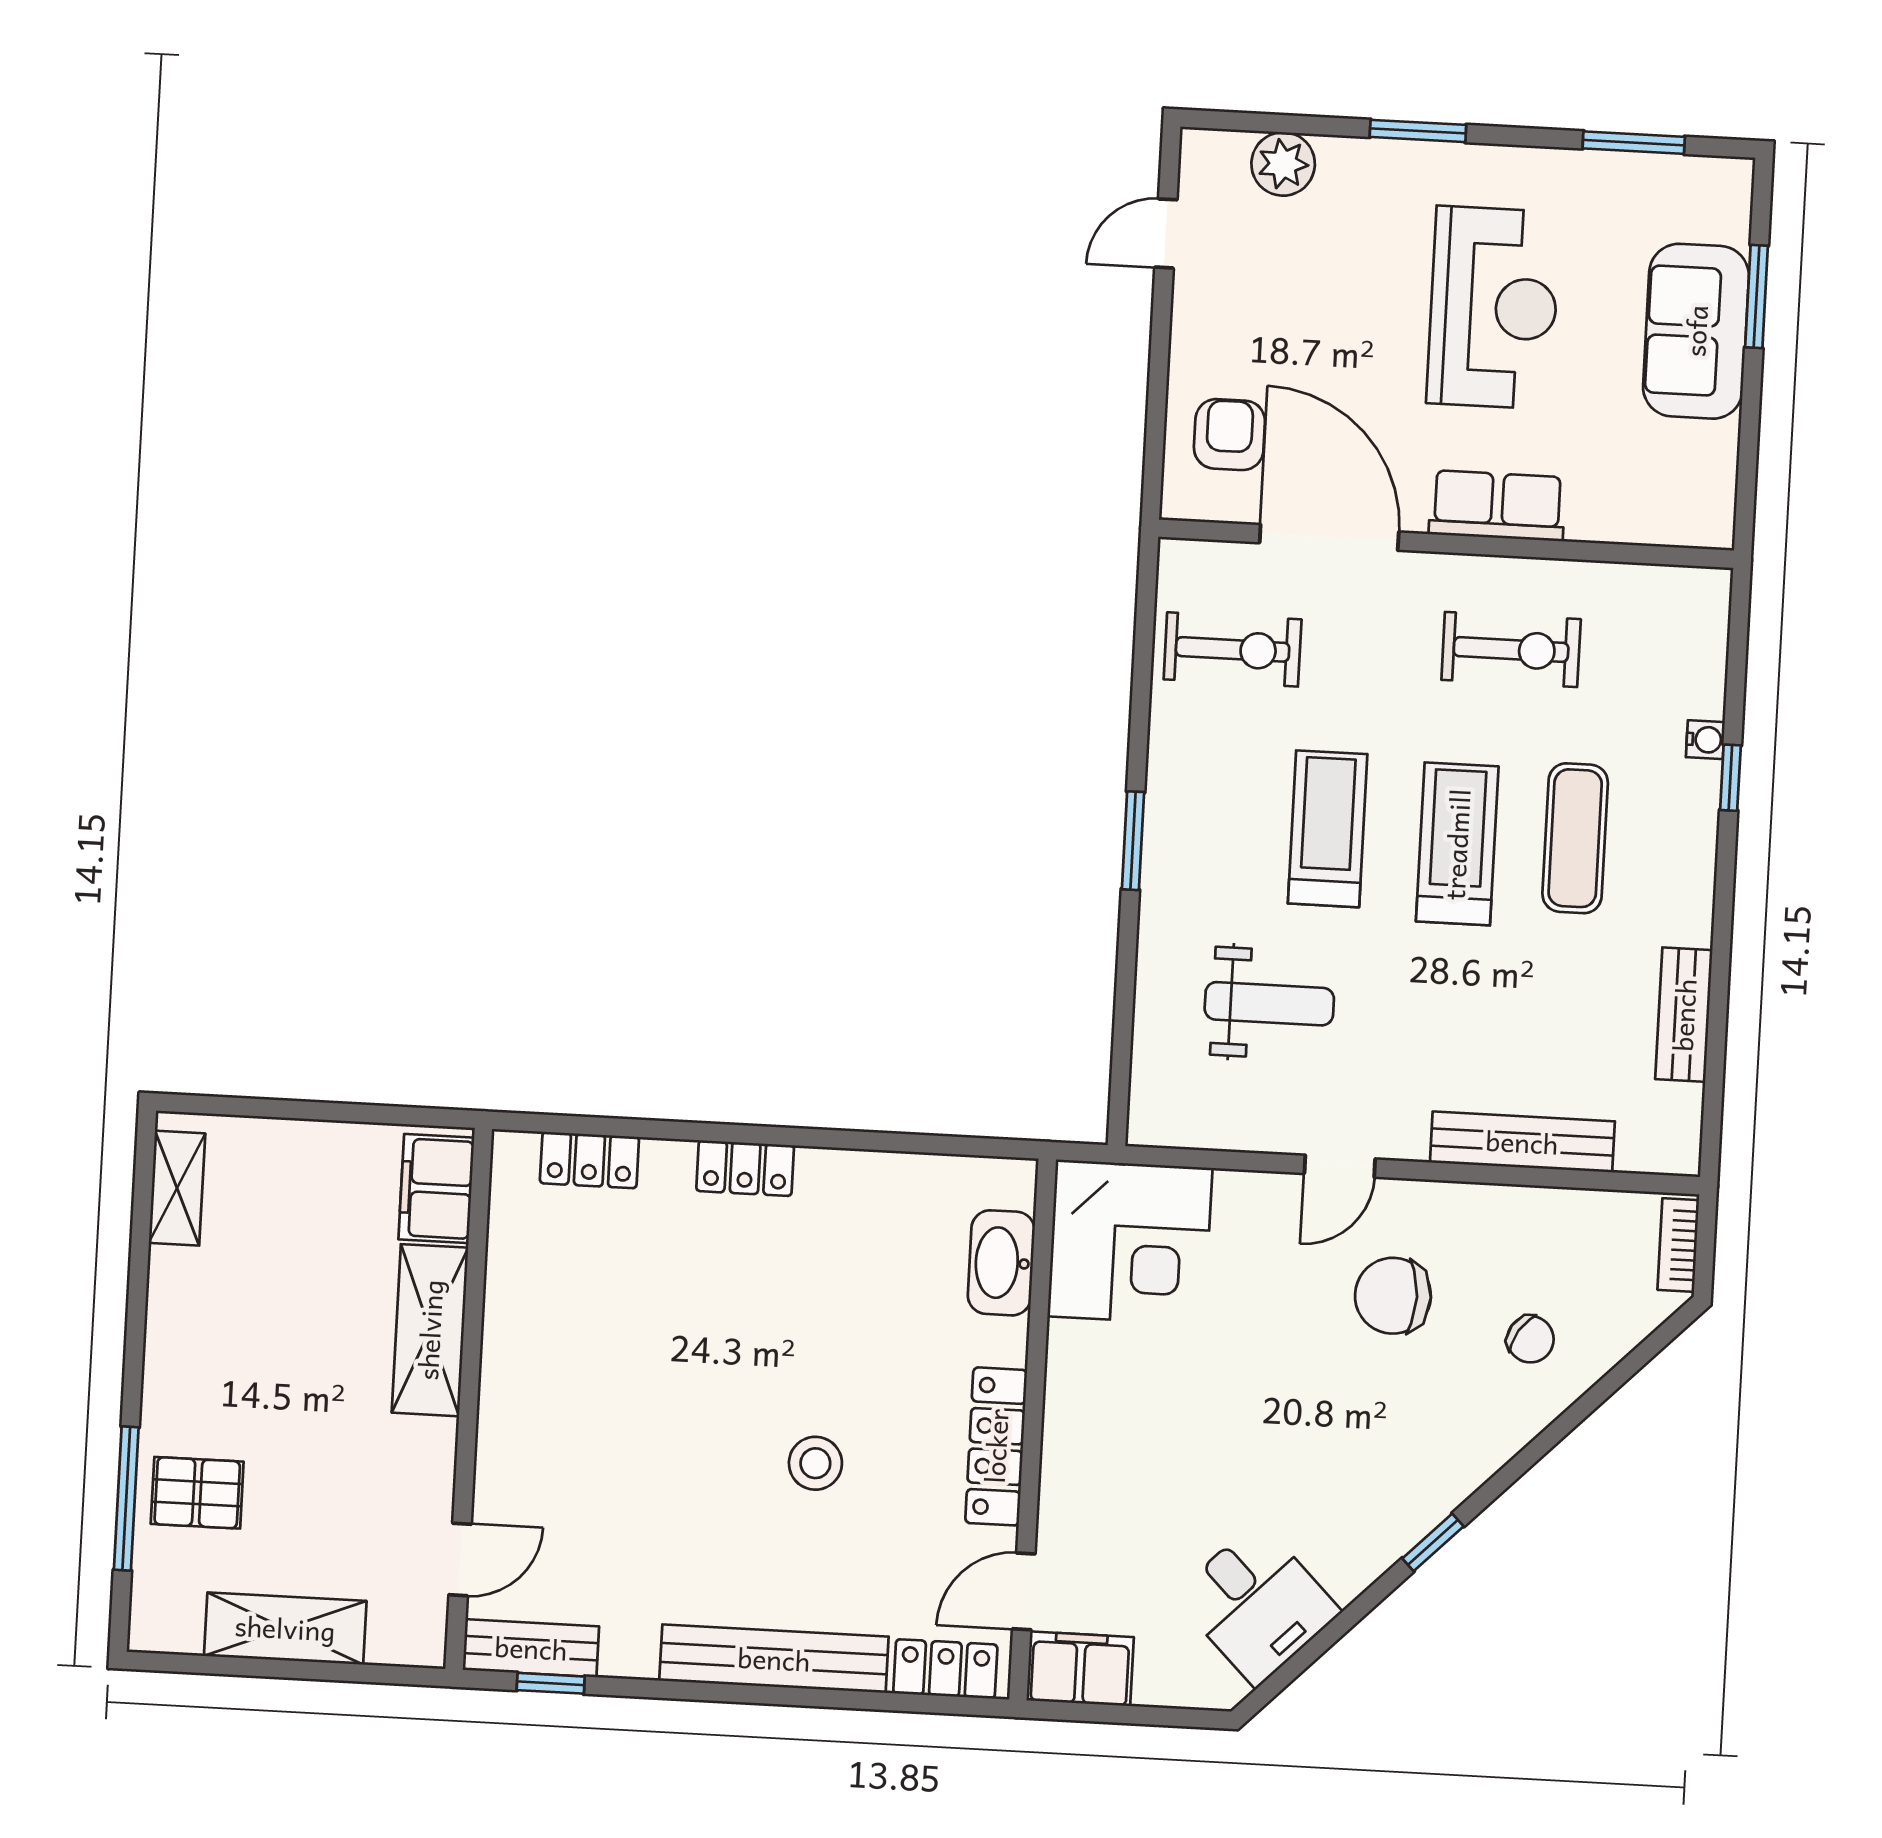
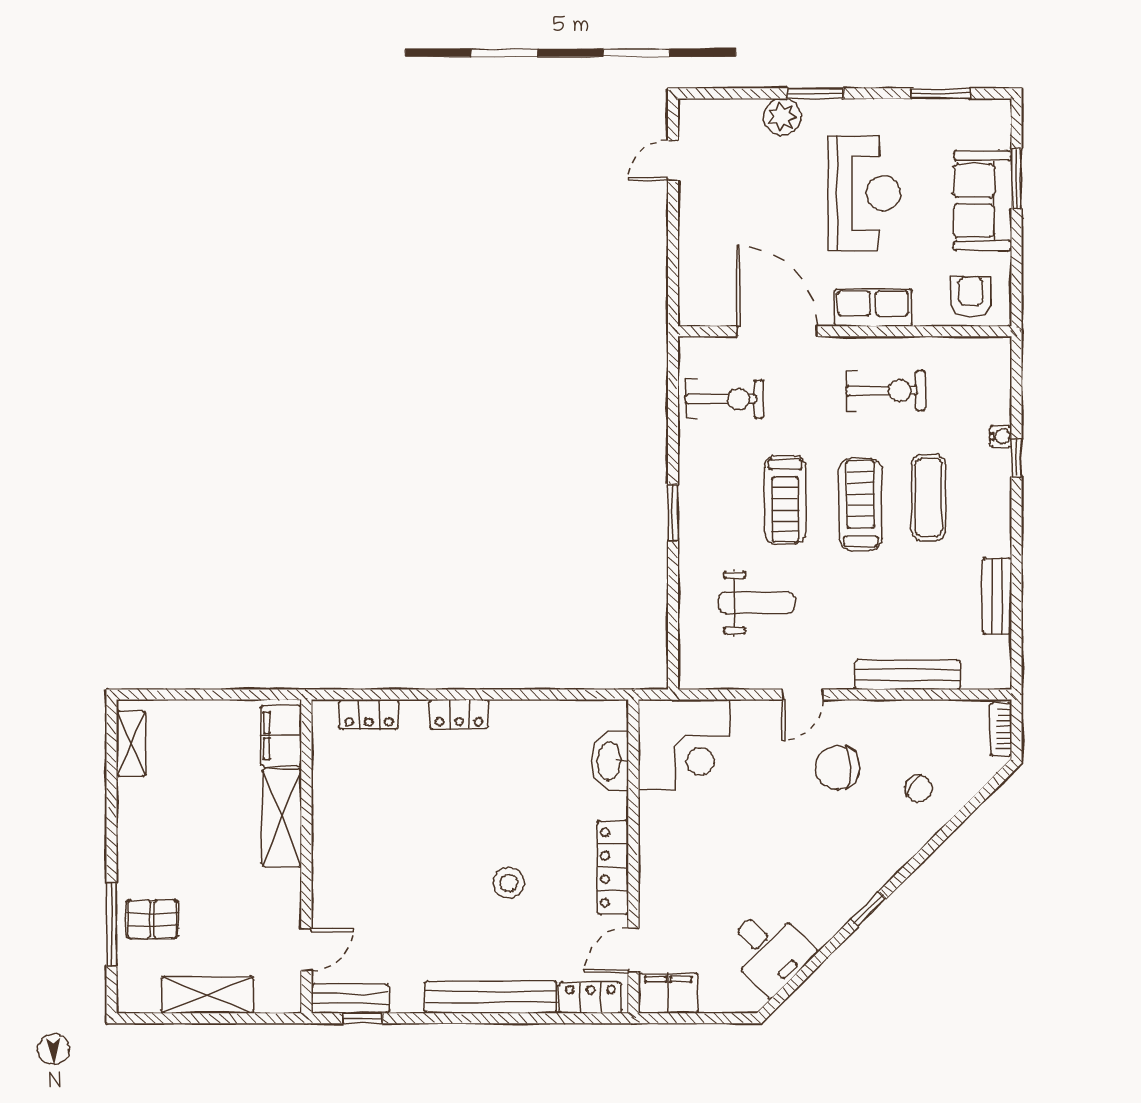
plant: (1283, 164) -> (782, 117), moved
armchair: (1229, 435) -> (971, 297), moved
treadmill: (1328, 829) -> (785, 500), turned 180

